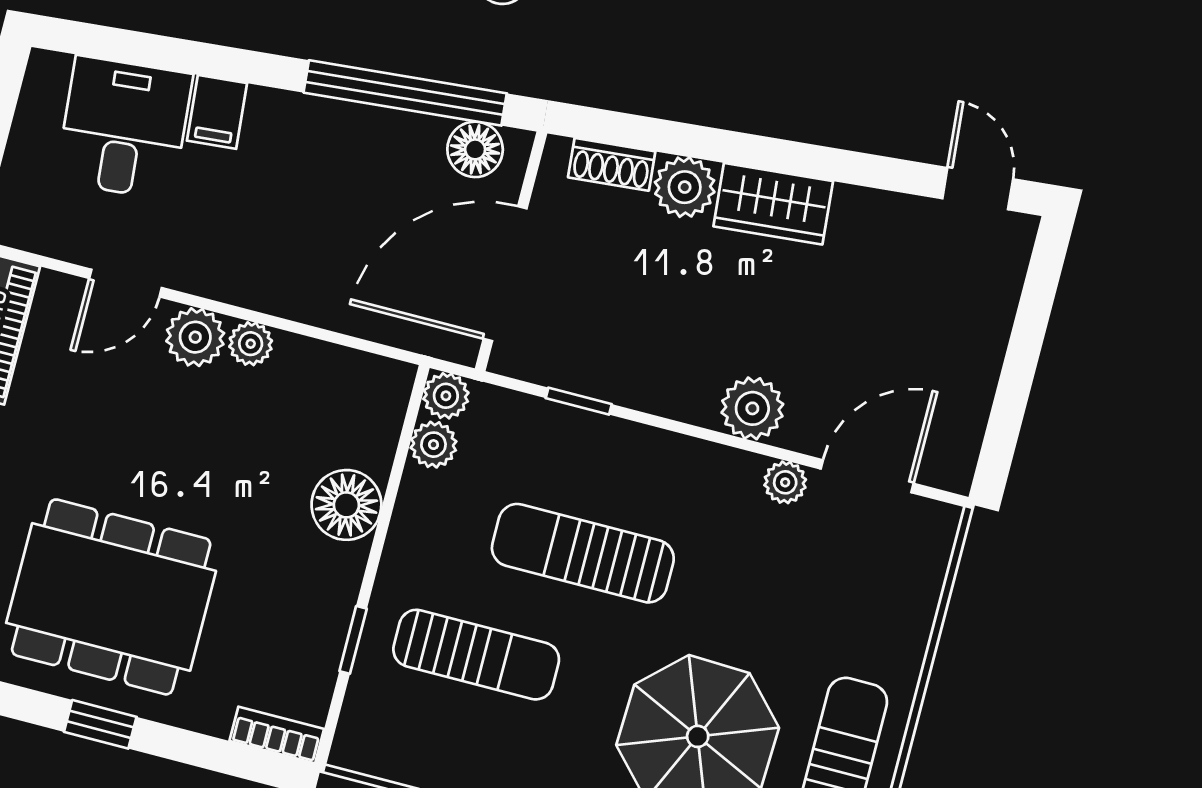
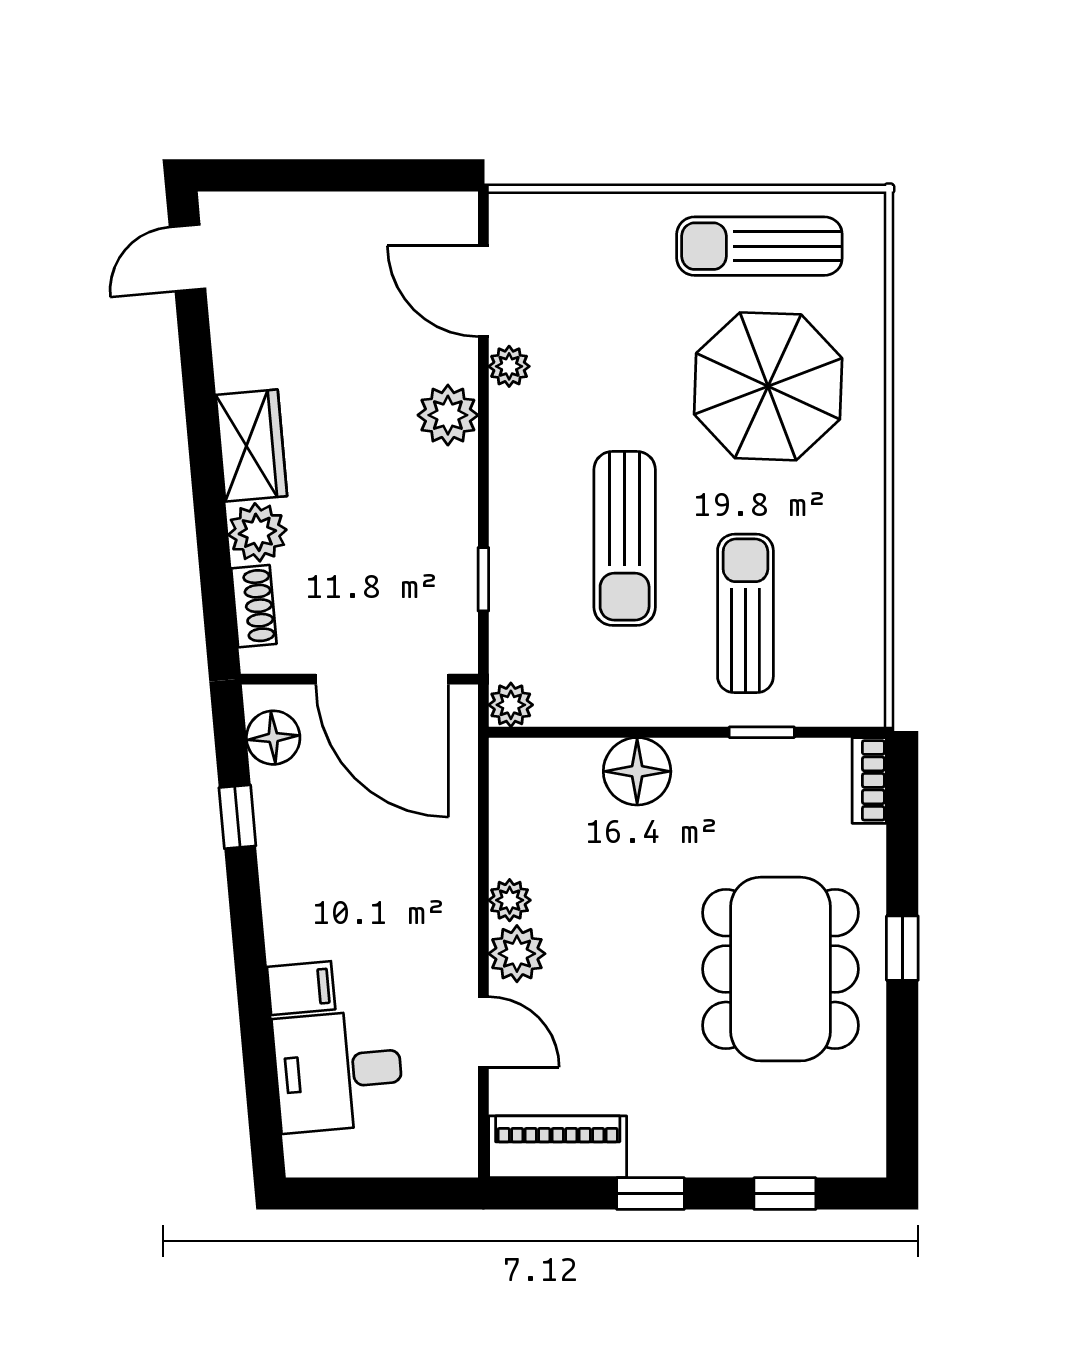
window: (405, 93) -> (237, 817), width x0.32
plant: (433, 445) -> (559, 705), removed

